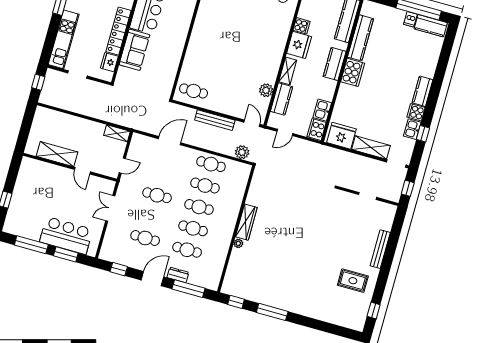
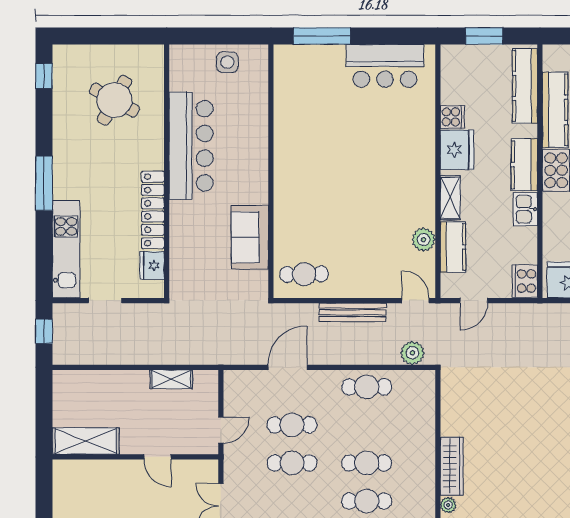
sofa: (134, 50) -> (250, 237), moved, turned 180
kitchen sink: (322, 110) -> (525, 209), moved
shelving: (117, 133) -> (171, 379), moved
shelving: (57, 154) -> (86, 441), moved
cafe table: (205, 186) -> (292, 425), moved

